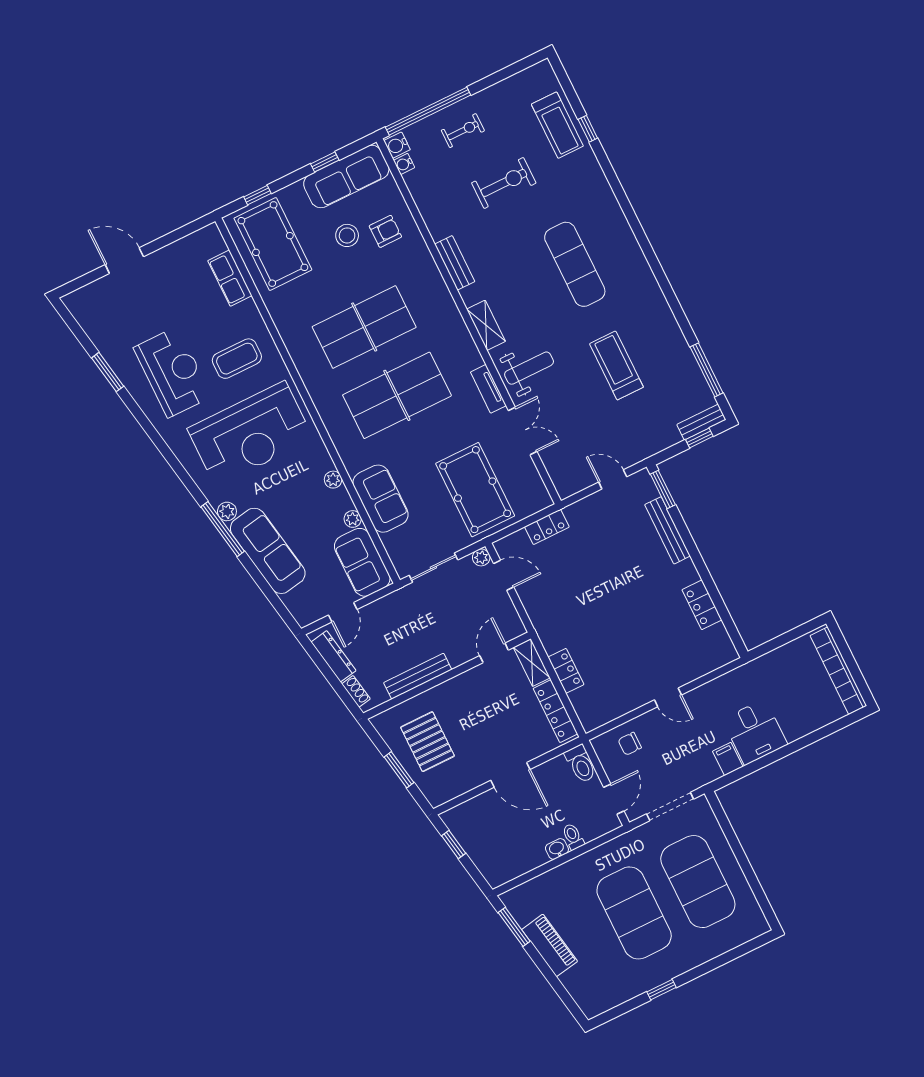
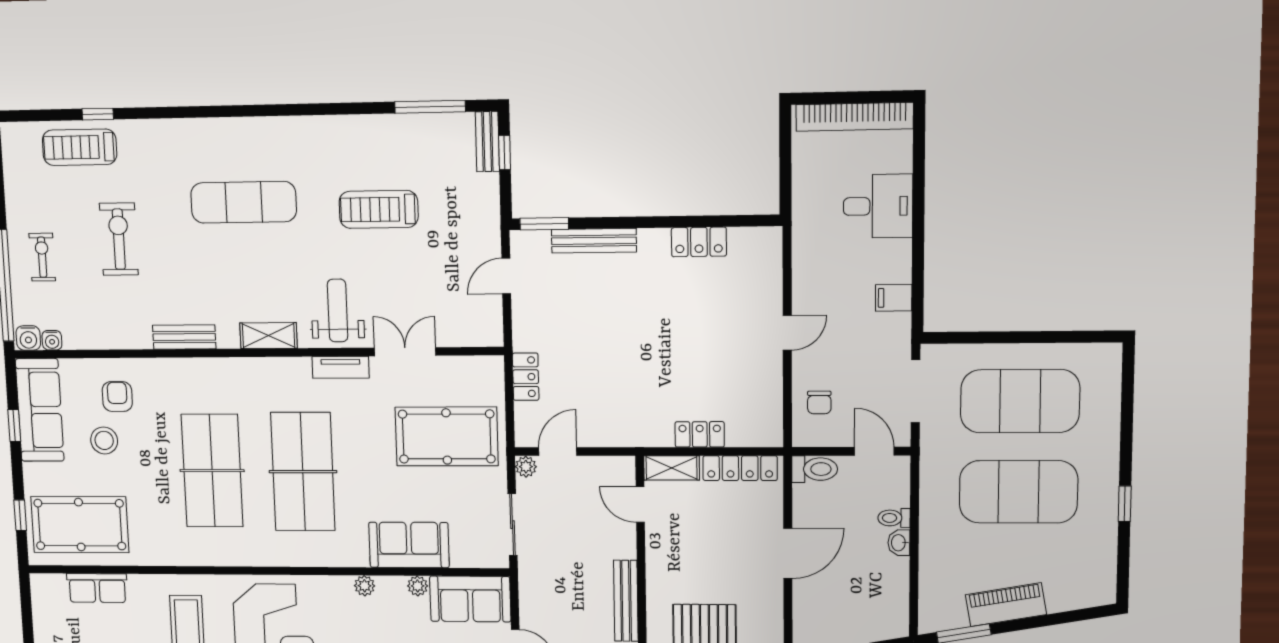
treadmill: (557, 125) -> (79, 147), turned 180
desk: (755, 732) -> (878, 206), moved

